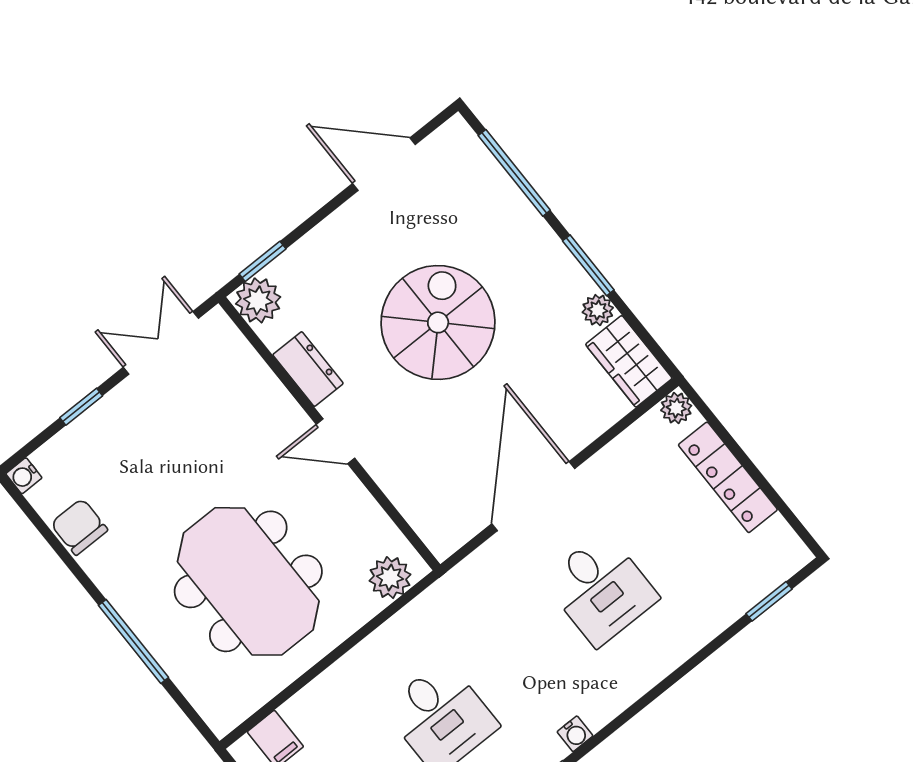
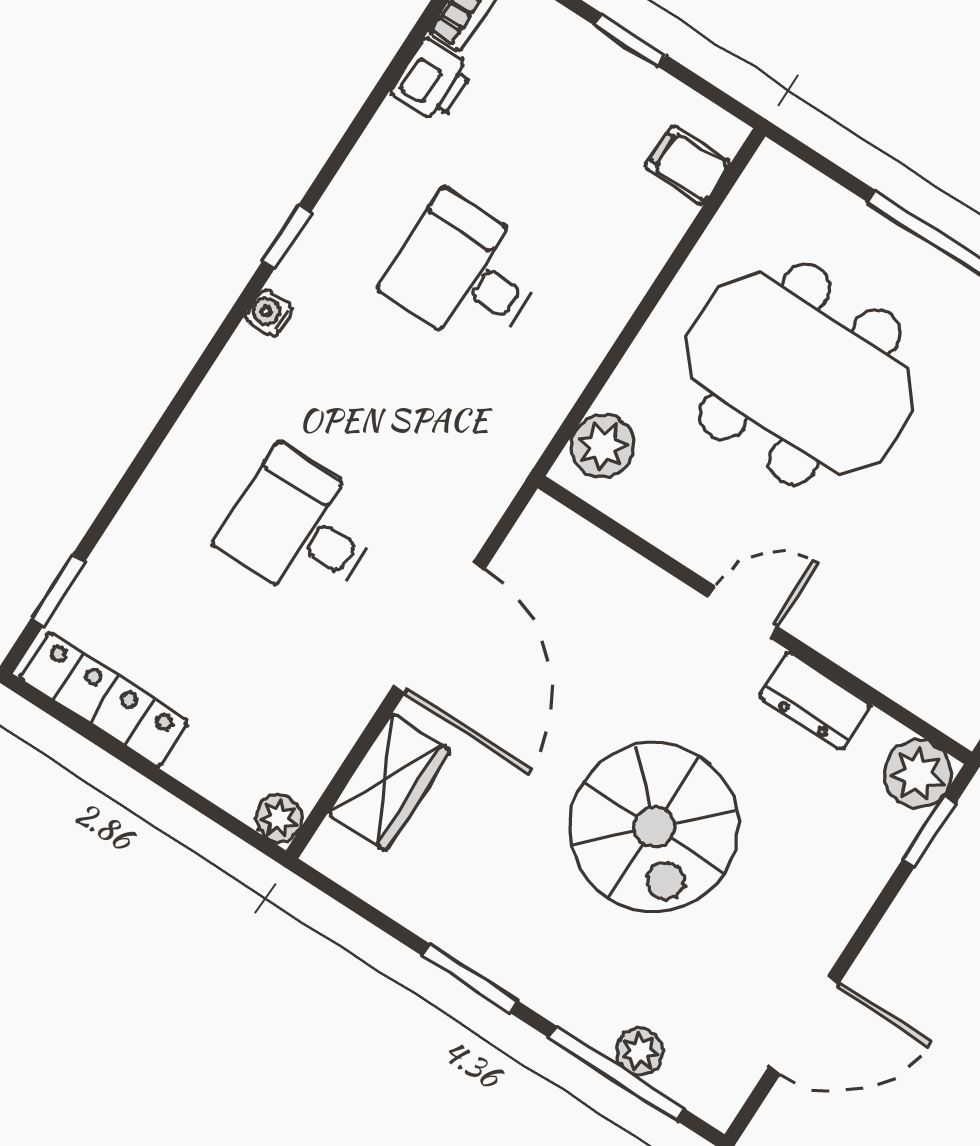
plant: (598, 310) -> (640, 1052), moved
wardrobe: (629, 361) -> (389, 782), moved, turned 90
locker: (728, 477) -> (104, 700), moved

